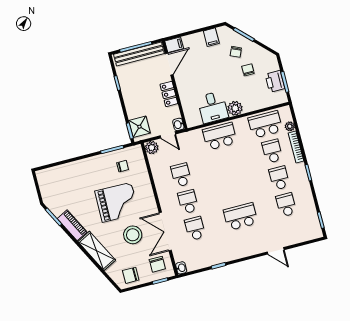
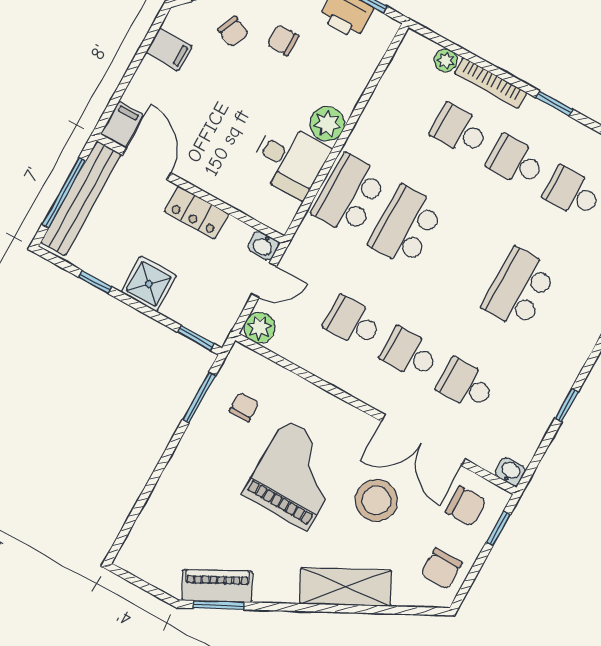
school desk: (265, 124) -> (406, 226), moved
shower: (139, 127) -> (149, 284), moved
piano: (72, 225) -> (217, 586), moved

